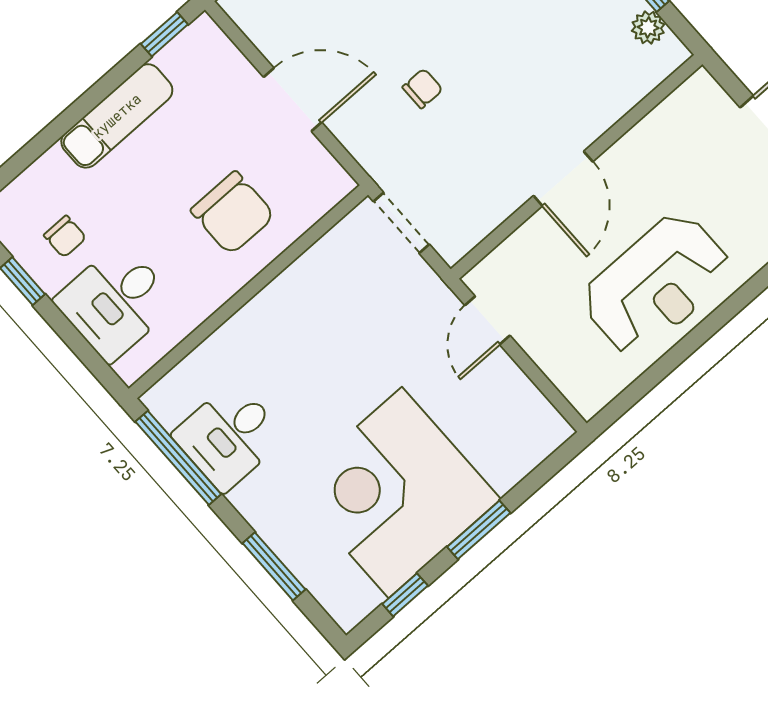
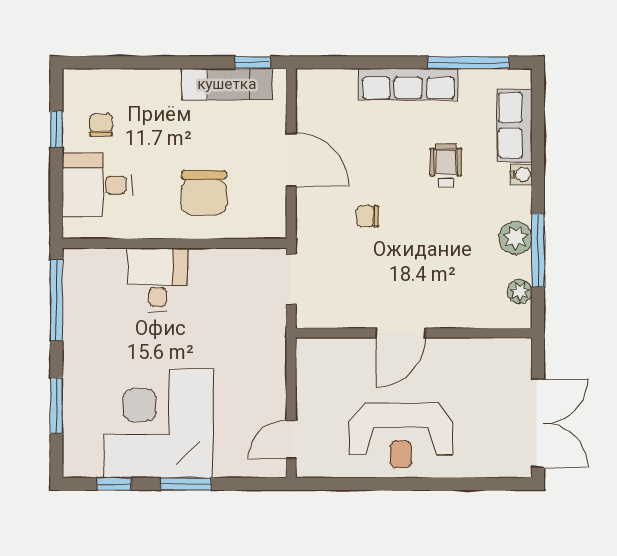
chair: (422, 88) -> (367, 216), turned 180
exam couch: (117, 116) -> (227, 84), moved
chair: (65, 237) -> (101, 125), turned 180
door: (487, 320) -> (291, 439), moved
desk: (229, 436) -> (158, 280), moved, turned 90

